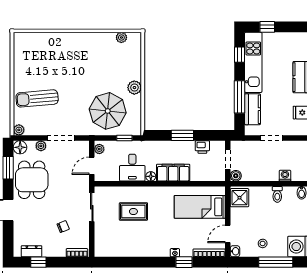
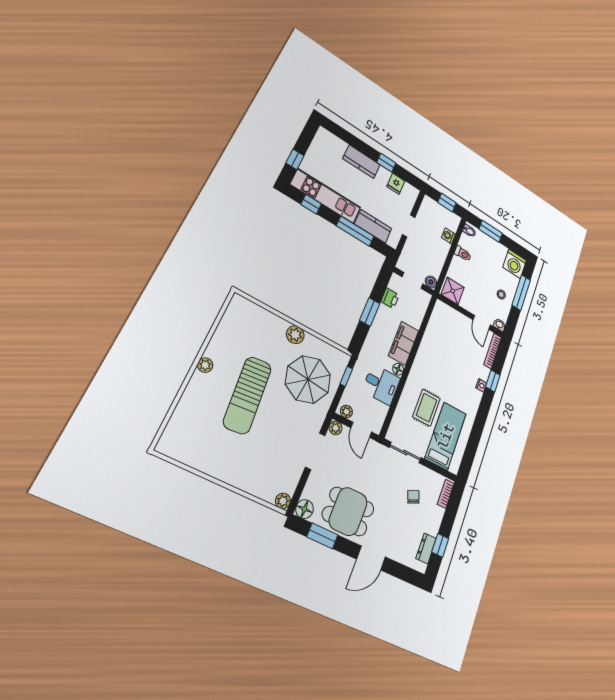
plant: (121, 37) -> (205, 365), moved
sun lounger: (37, 98) -> (248, 395), moved, width x1.36, depth x1.34
plant: (41, 146) -> (336, 428), moved
bed: (200, 207) -> (446, 436), moved, turned 180

